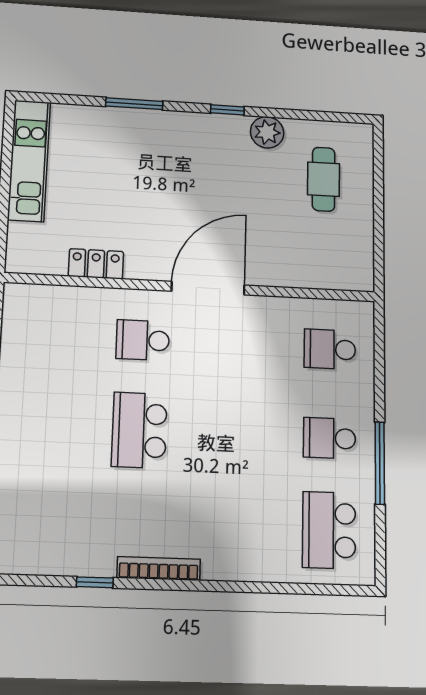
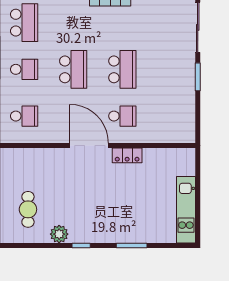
locker: (96, 264) -> (127, 155), moved
door: (208, 288) -> (89, 146), swing flipped
school desk: (235, 434) -> (73, 69), added

